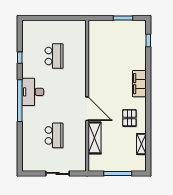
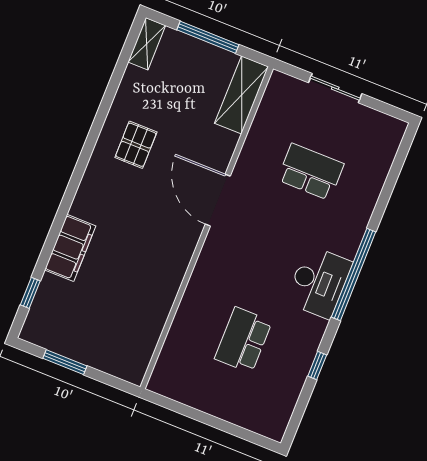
filing cabinet: (139, 84) -> (70, 248), moved
school desk: (54, 135) -> (311, 172), turned 90
shelving: (95, 138) -> (242, 95), moved
shelving: (141, 144) -> (147, 44), moved

